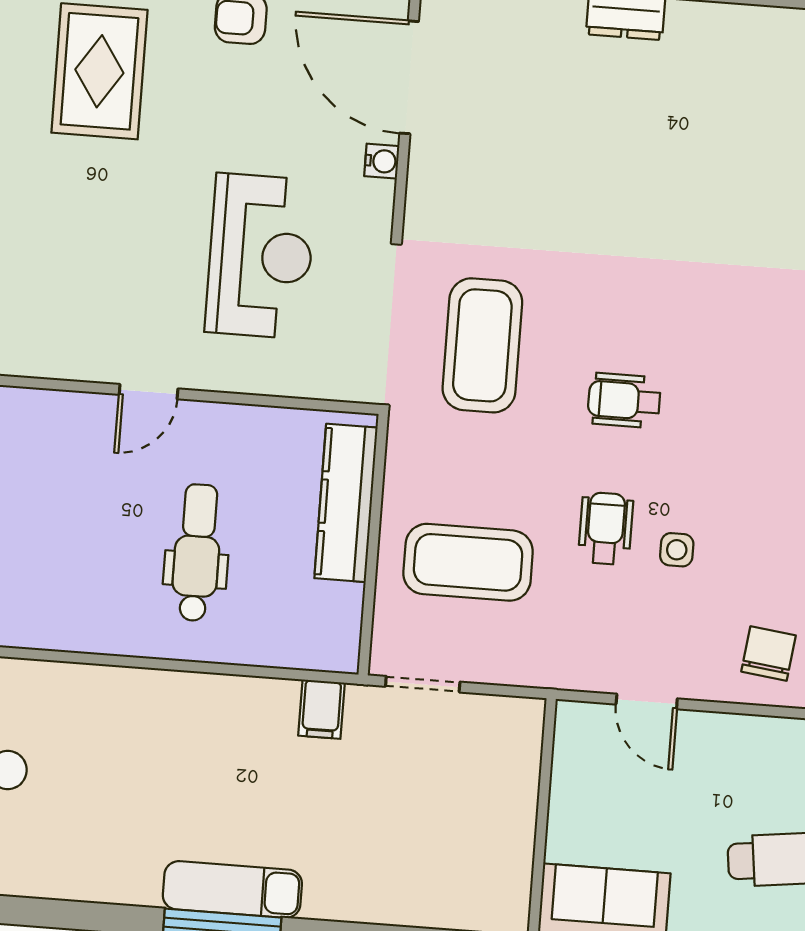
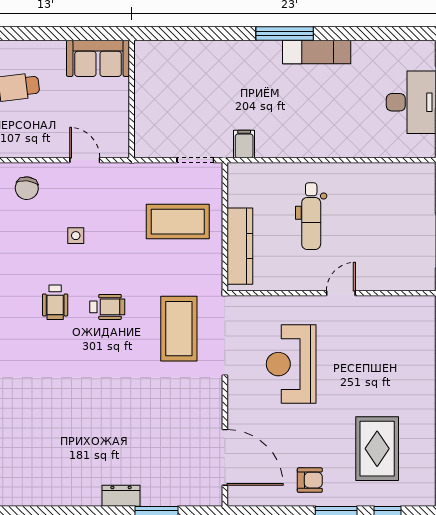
water cooler: (382, 161) -> (235, 415), removed
wheelchair: (606, 528) -> (55, 302), moved
exam couch: (232, 890) -> (317, 52), moved

